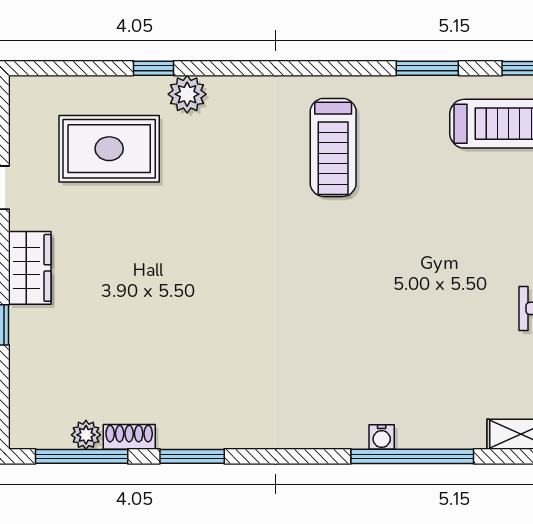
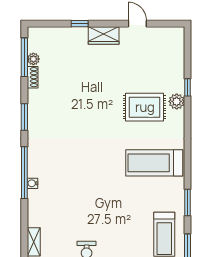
treadmill: (333, 147) -> (154, 163), width x1.37, depth x1.38
rug: (109, 149) -> (145, 107), moved, turned 90
window: (192, 456) -> (24, 117), moved
window: (412, 456) -> (24, 173), moved

